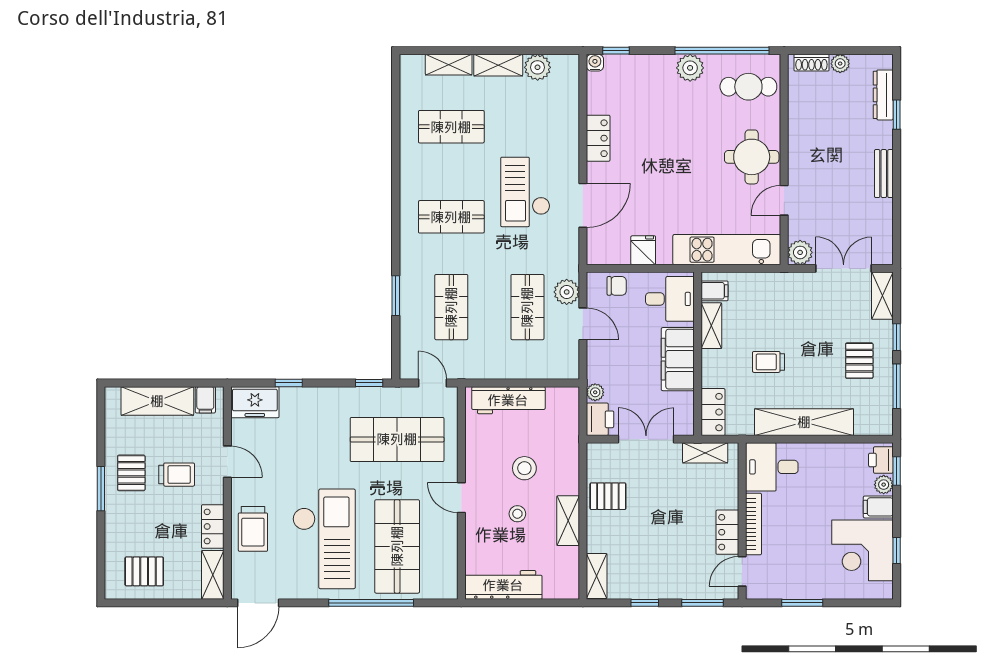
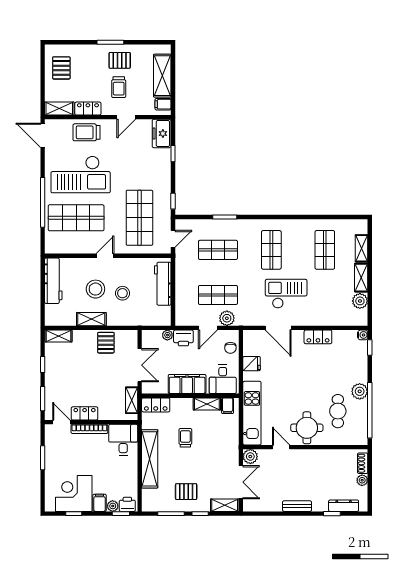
cafe table: (748, 87) -> (338, 411), moved
printer: (600, 419) -> (183, 338), moved
stool: (517, 514) -> (95, 289), width x1.89, depth x1.89

